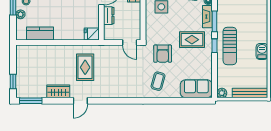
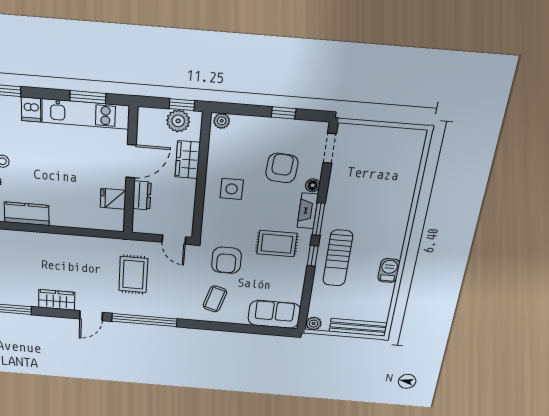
fridge: (92, 34) -> (113, 199), moved
rug: (85, 67) -> (133, 275), moved
window: (115, 101) -> (144, 320), added

